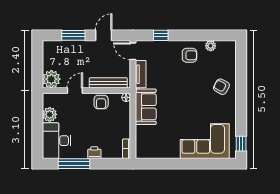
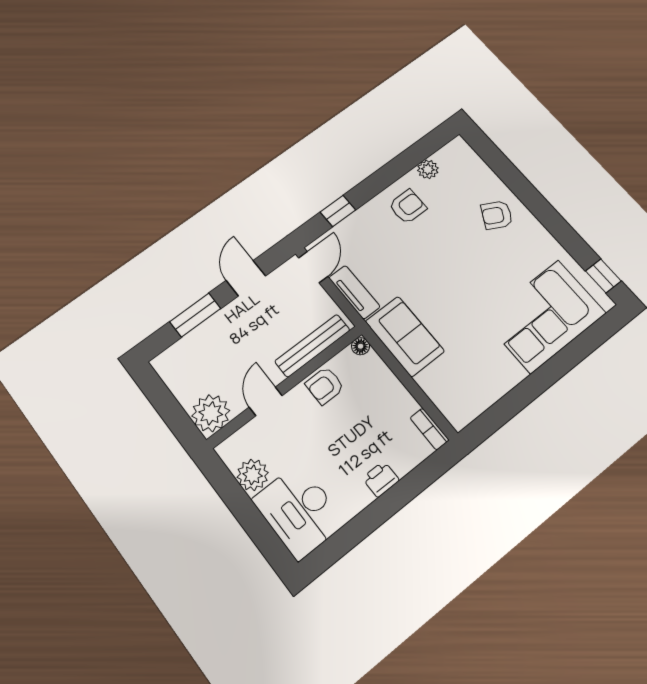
door: (133, 51) -> (313, 267), swing flipped
armchair: (101, 102) -> (325, 386), turned 90
window: (74, 164) -> (361, 527), removed

